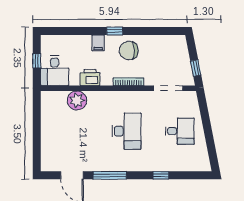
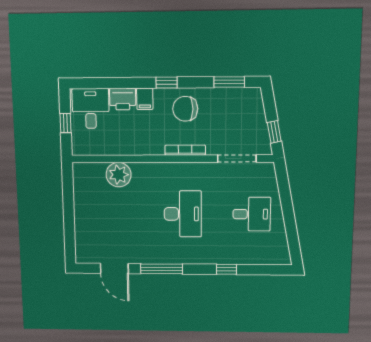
window: (162, 31) -> (229, 82), added
desk: (55, 71) -> (91, 109), moved, turned 180
printer: (90, 77) -> (123, 99), moved, turned 180

